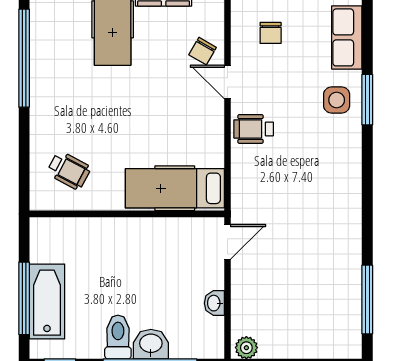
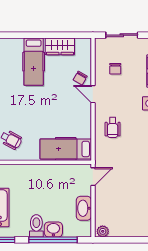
wheelchair: (254, 129) -> (113, 127), moved, turned -90
washbasin: (214, 303) -> (84, 208), width x1.91, depth x1.45

